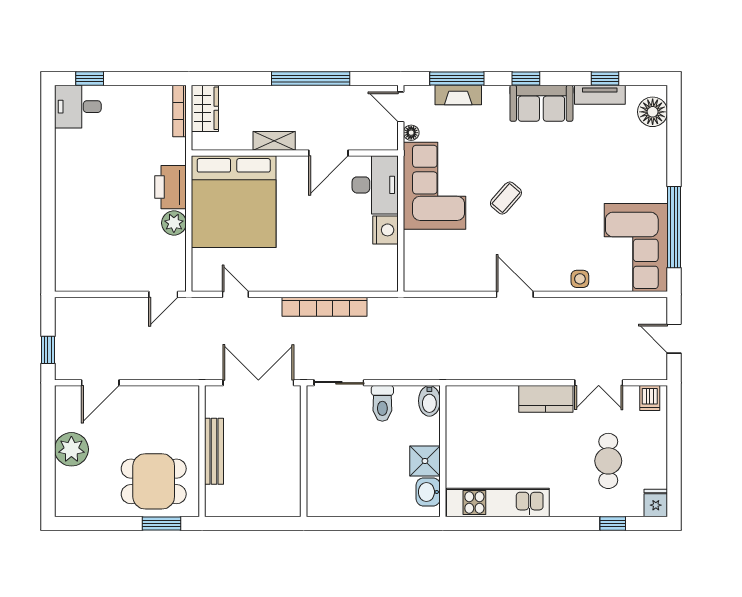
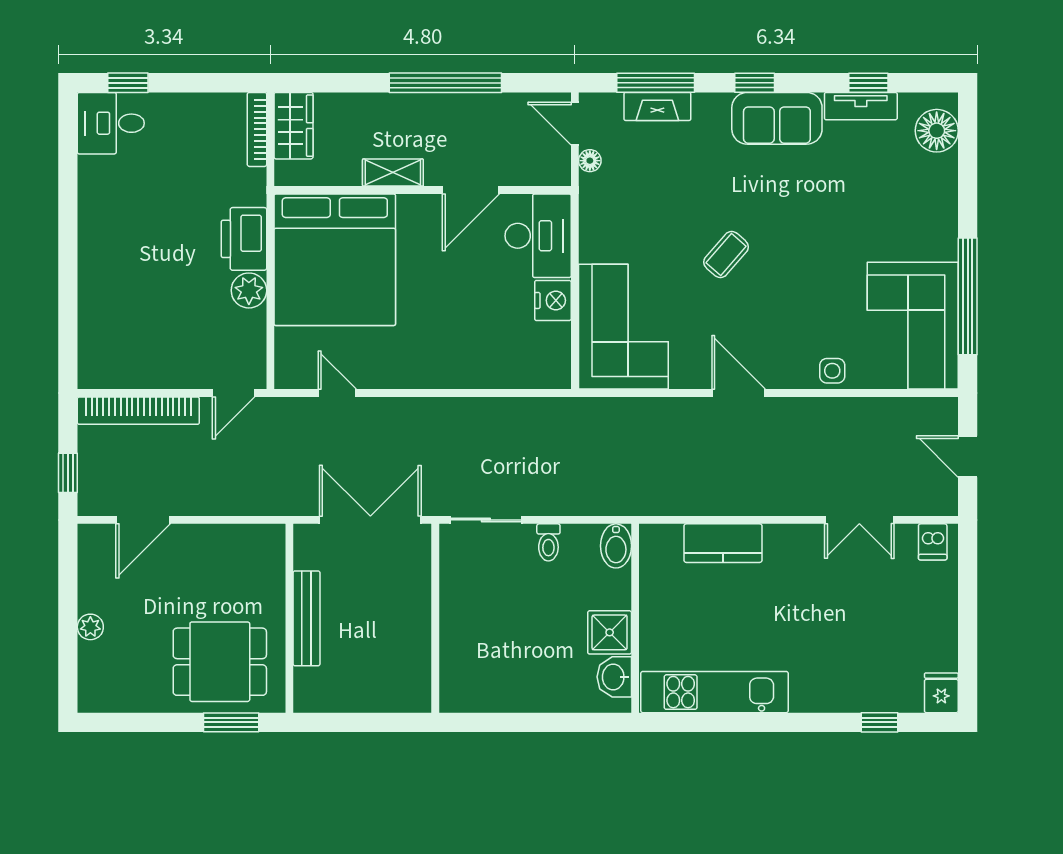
corner sofa: (435, 186) -> (623, 327), moved
bookcase: (325, 307) -> (138, 411), moved
kitchen counter: (546, 399) -> (723, 543), moved
toilet: (382, 403) -> (548, 542), width x0.73, depth x0.72
plant: (71, 449) -> (90, 627), width x0.53, depth x0.53
cafe table: (608, 461) -> (873, 632), removed

